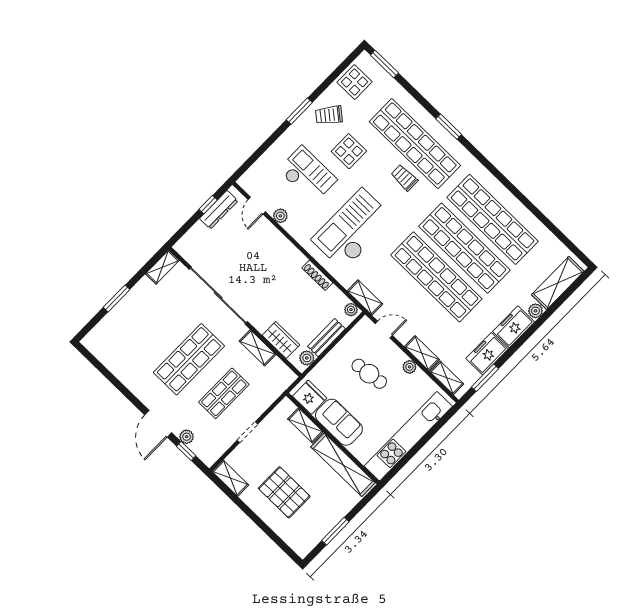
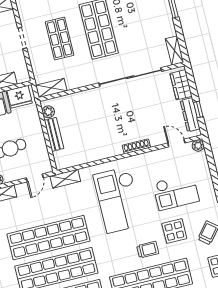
trolley: (404, 178) -> (148, 250), moved
plant: (280, 216) -> (198, 145), moved
checkout: (353, 229) -> (118, 200), turned 180
shoe rack: (317, 275) -> (136, 146), moved
plant: (351, 310) -> (63, 164), removed
wardrobe: (281, 340) -> (181, 85), moved, turned 90
shelving: (257, 348) -> (51, 88), moved

